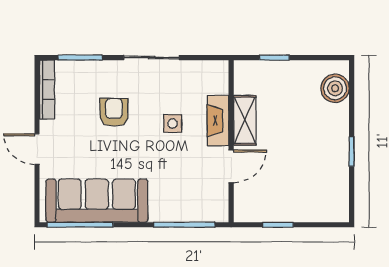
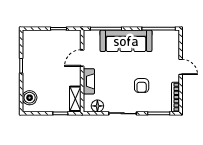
floor lamp: (201, 72) -> (97, 106), added
shelving: (245, 120) -> (75, 99), moved
side table: (173, 123) -> (112, 80), removed
sofa: (97, 201) -> (126, 41), moved

